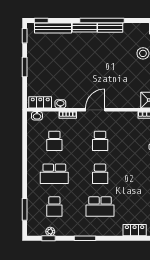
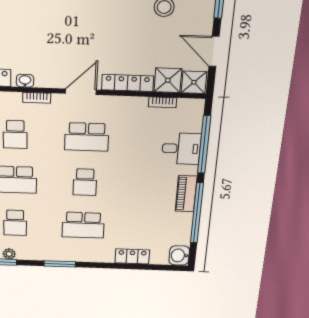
locker: (124, 103) -> (128, 83), added
school desk: (100, 141) -> (87, 137), width x1.85

